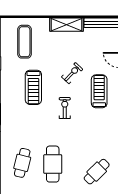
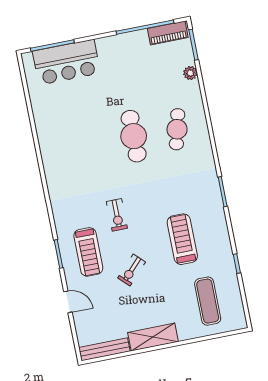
exercise bike: (65, 108) -> (117, 215), moved
cafe table: (97, 172) -> (69, 138), removed

